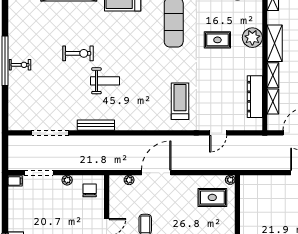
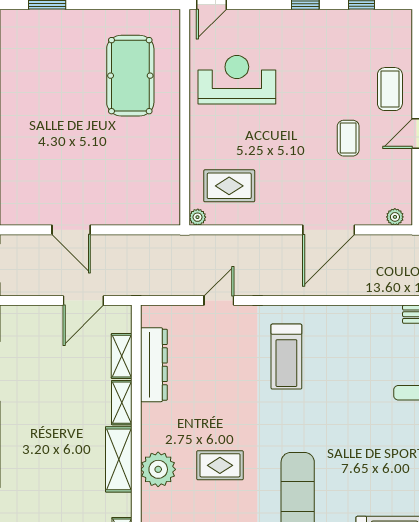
plant: (129, 180) -> (395, 217), moved

